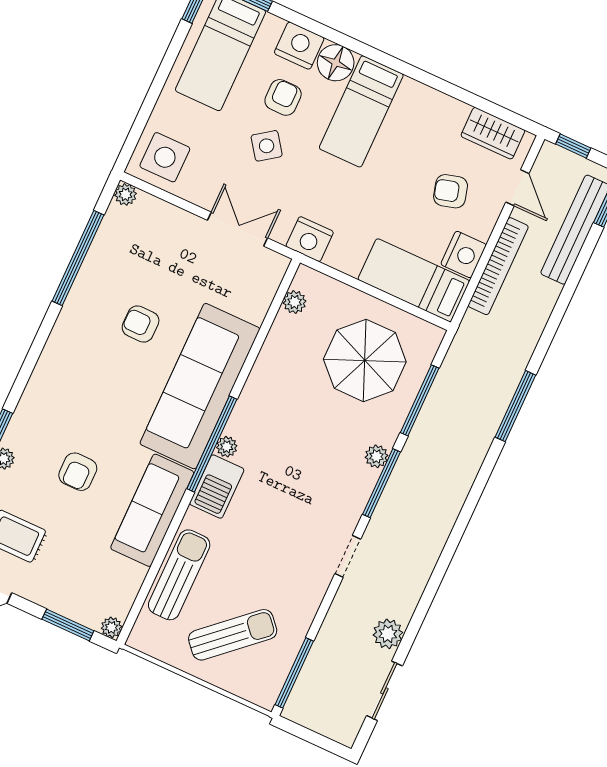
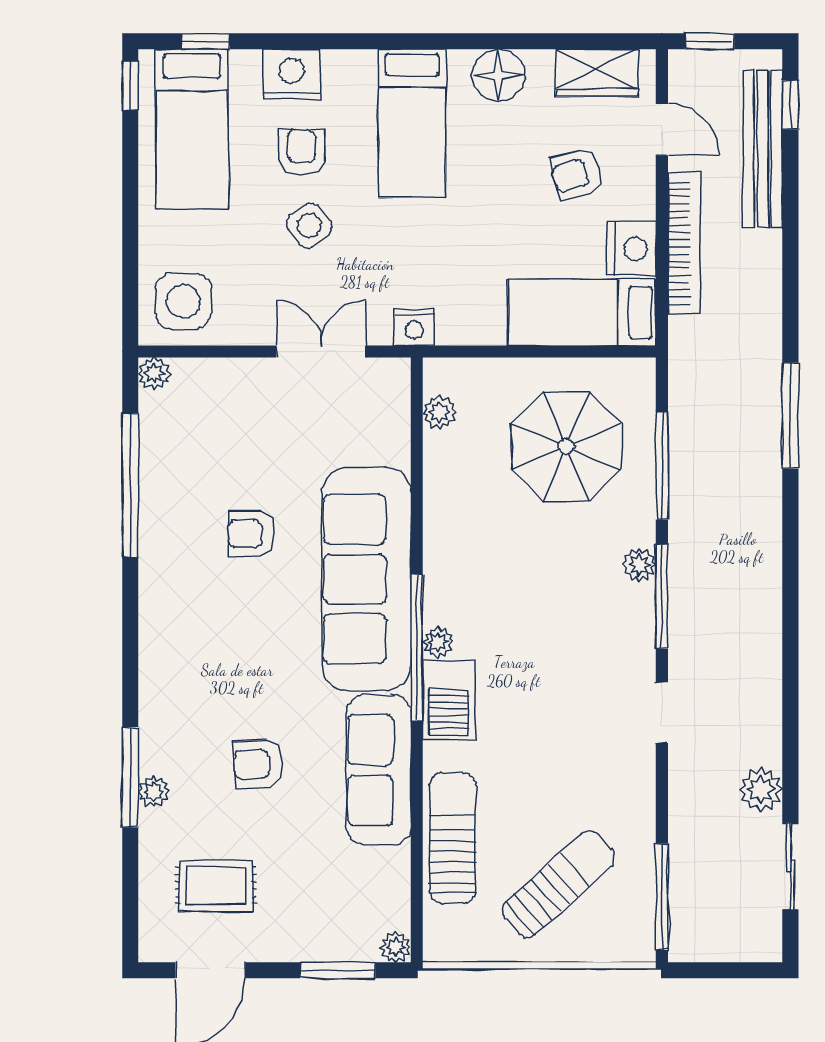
floor lamp: (336, 63) -> (498, 75), moved
nightstand: (310, 239) -> (414, 327), width x0.74, depth x0.75
armchair: (78, 472) -> (258, 764), turned 87

